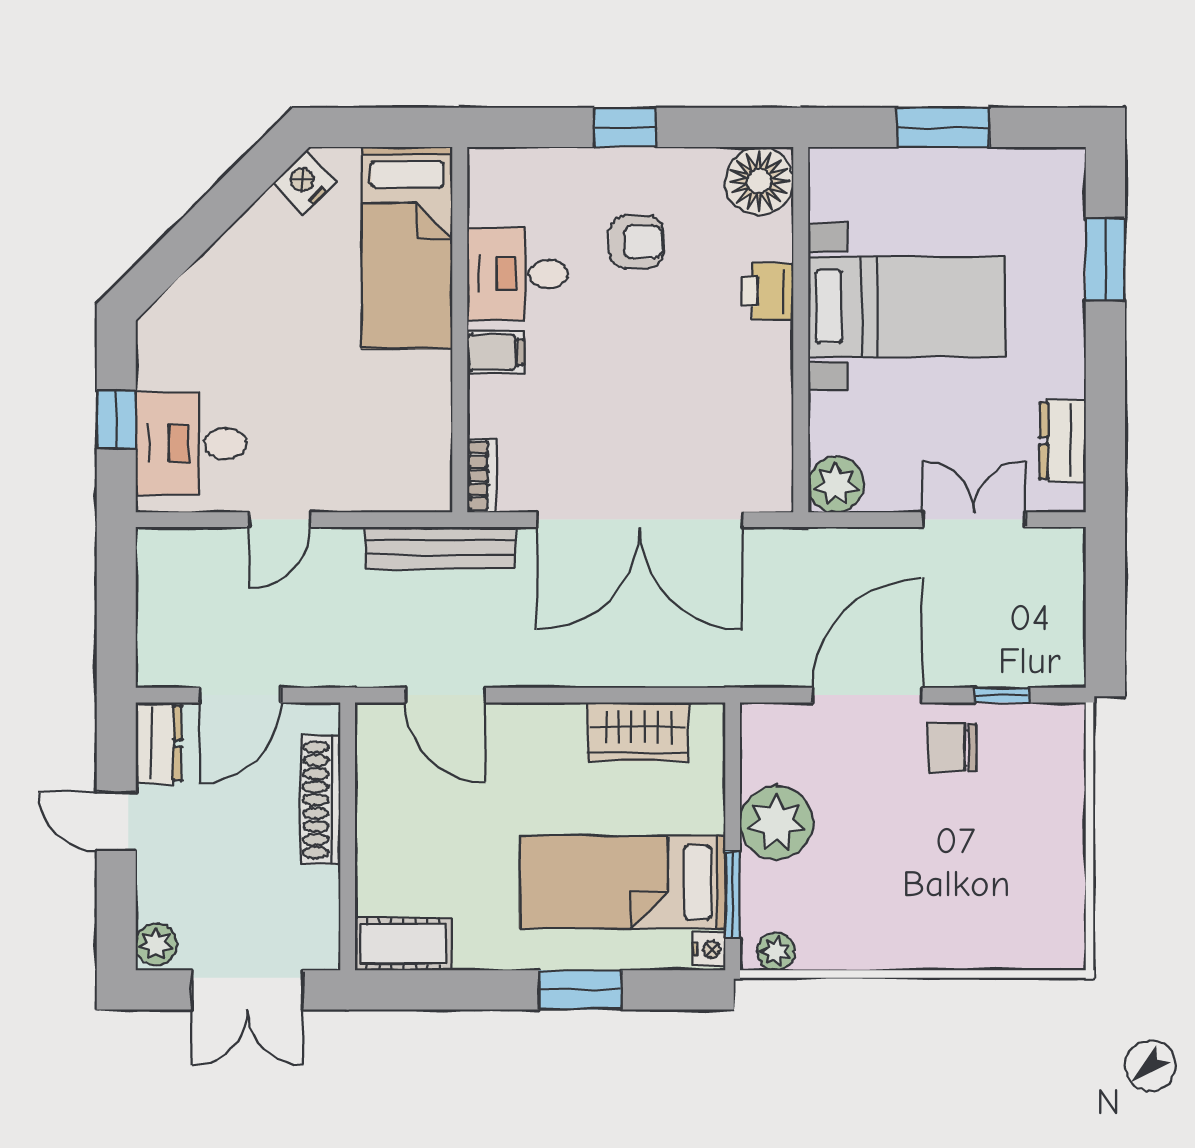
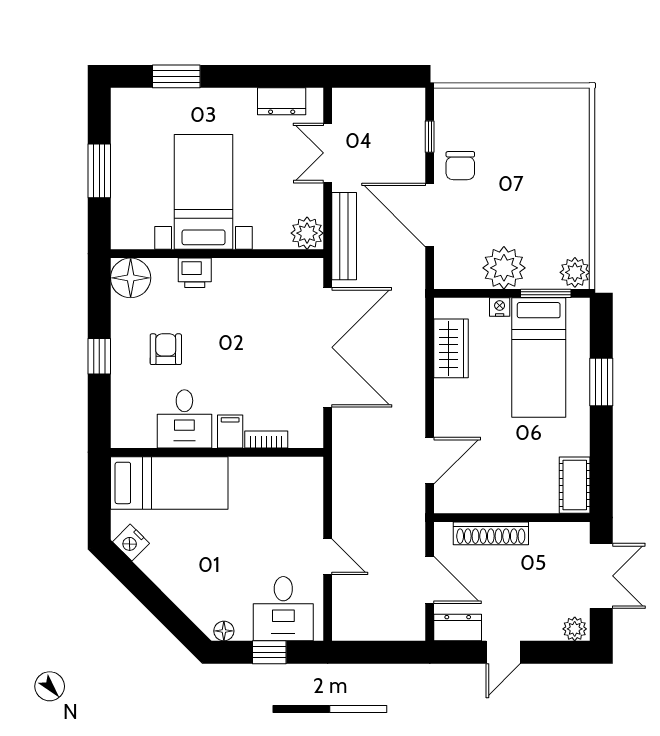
floor lamp: (153, 342) -> (224, 631), added
bookcase: (482, 476) -> (266, 439), moved
bench: (440, 548) -> (344, 236), moved
nightstand: (709, 949) -> (500, 307), moved
plant: (776, 952) -> (575, 272), width x1.38, depth x1.38

